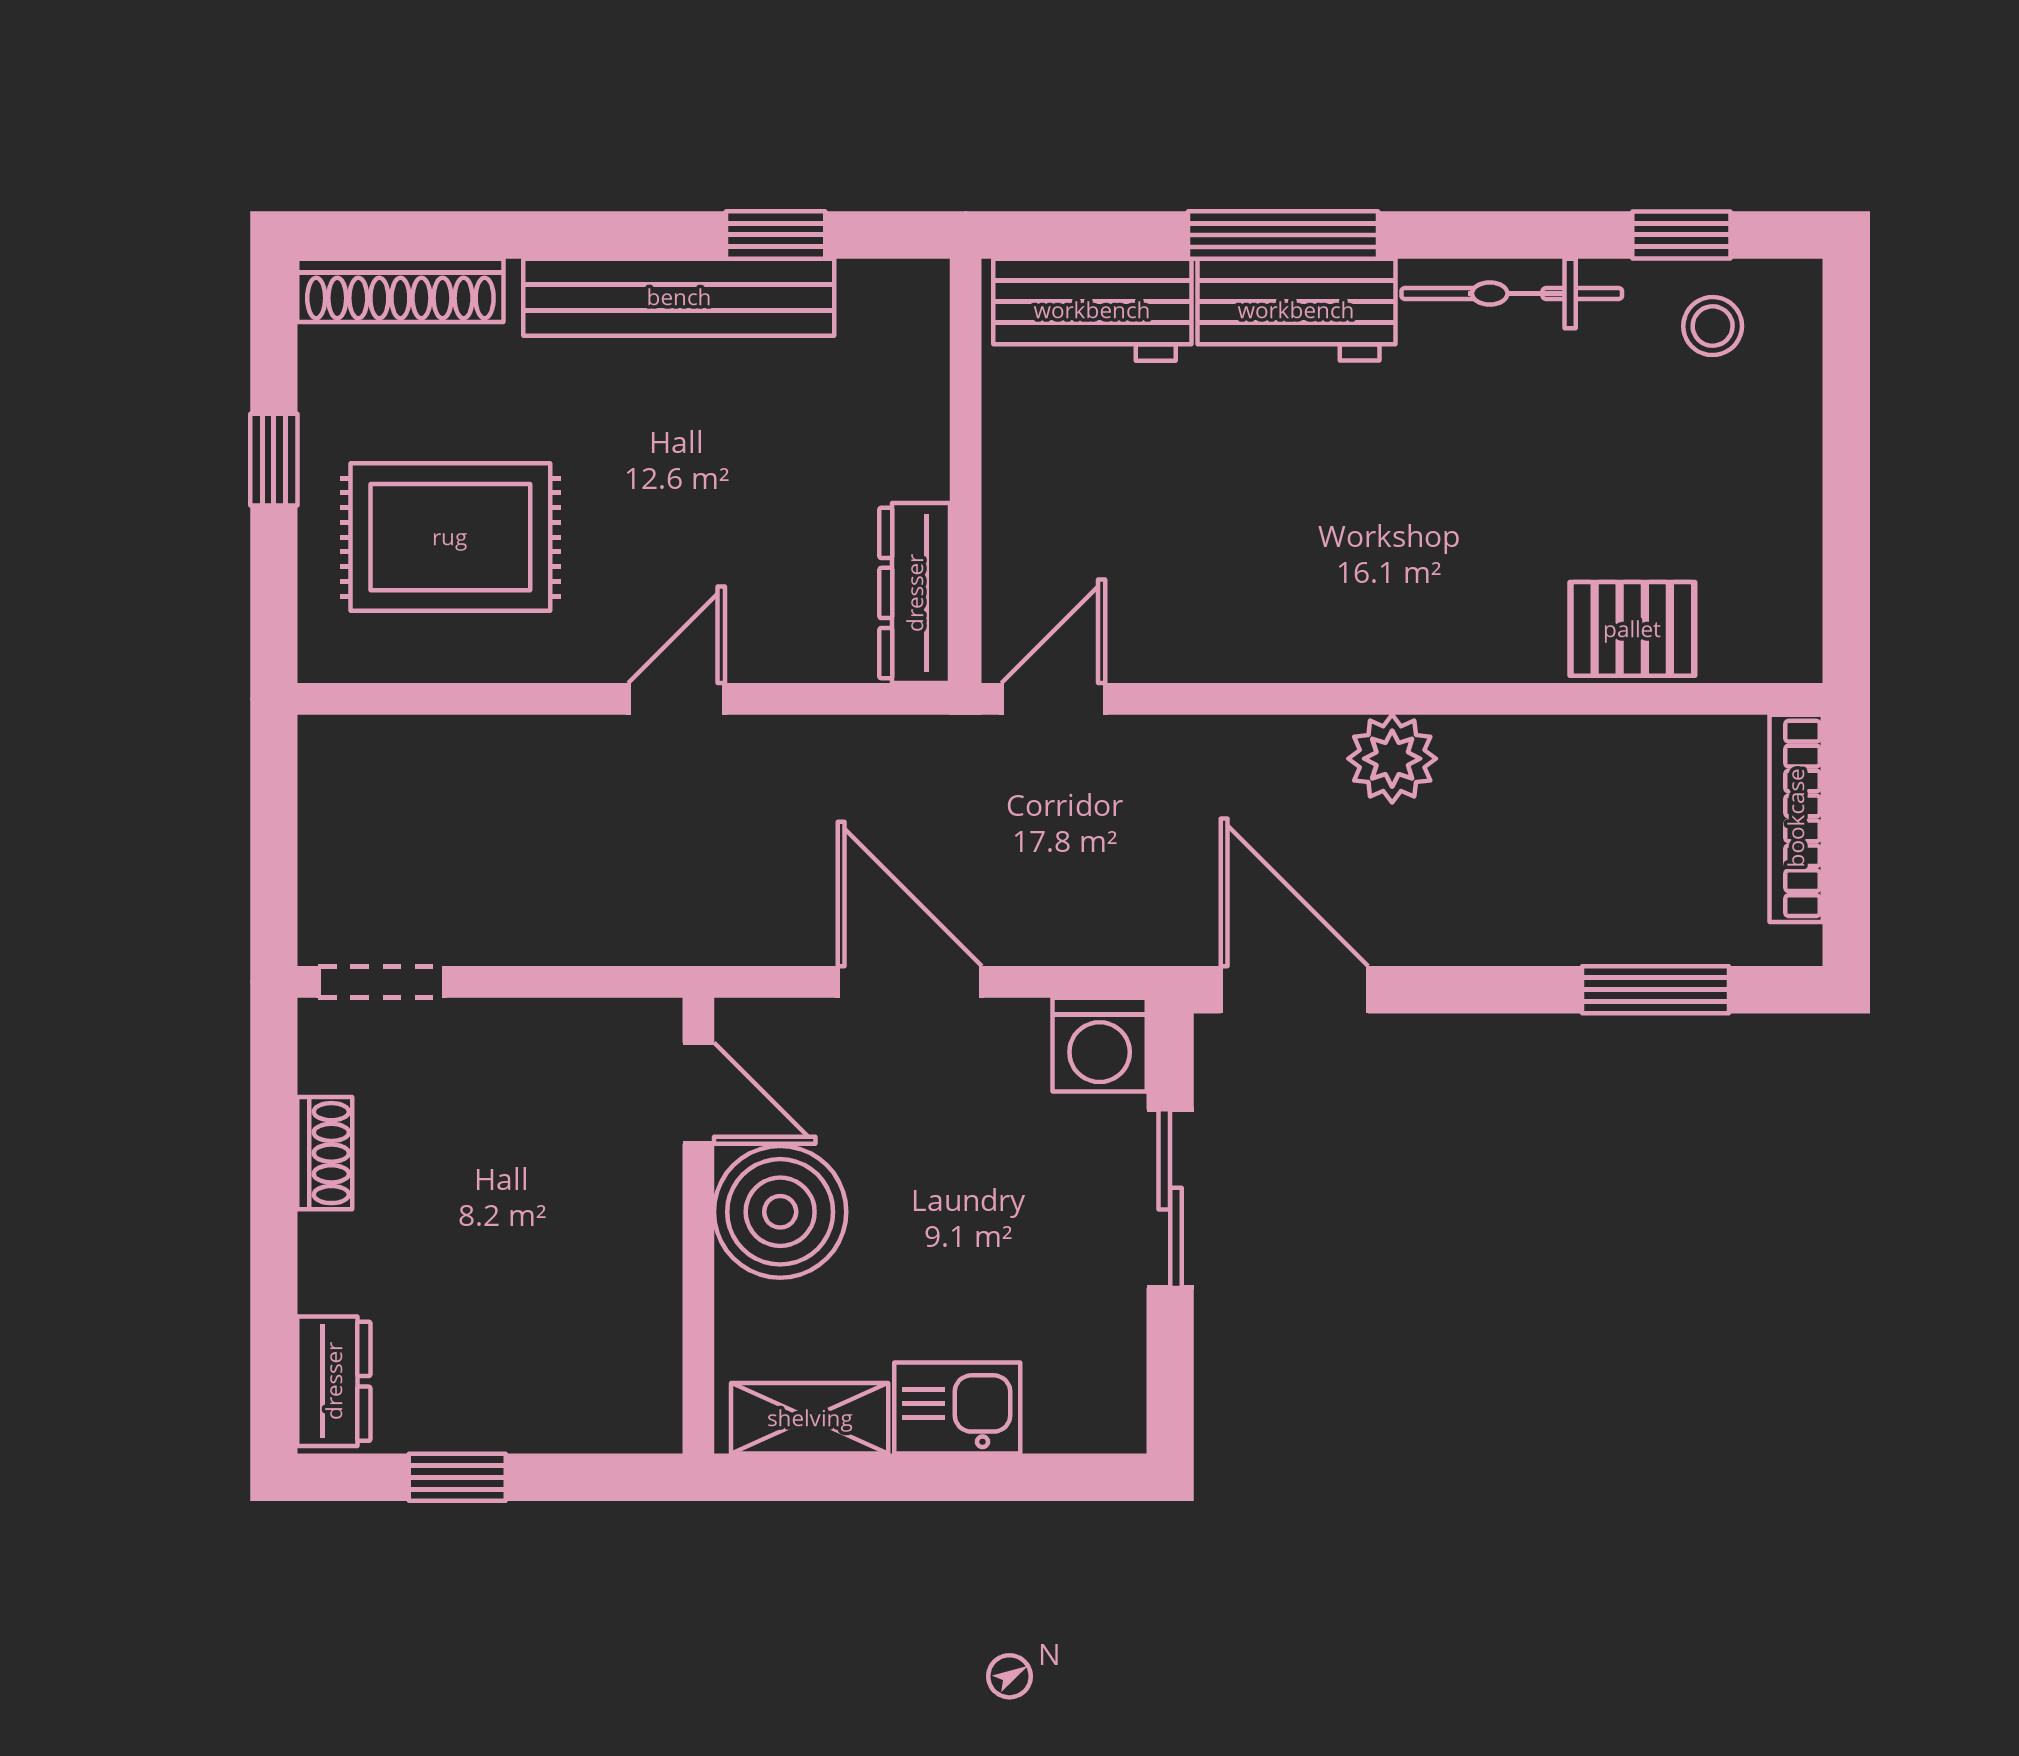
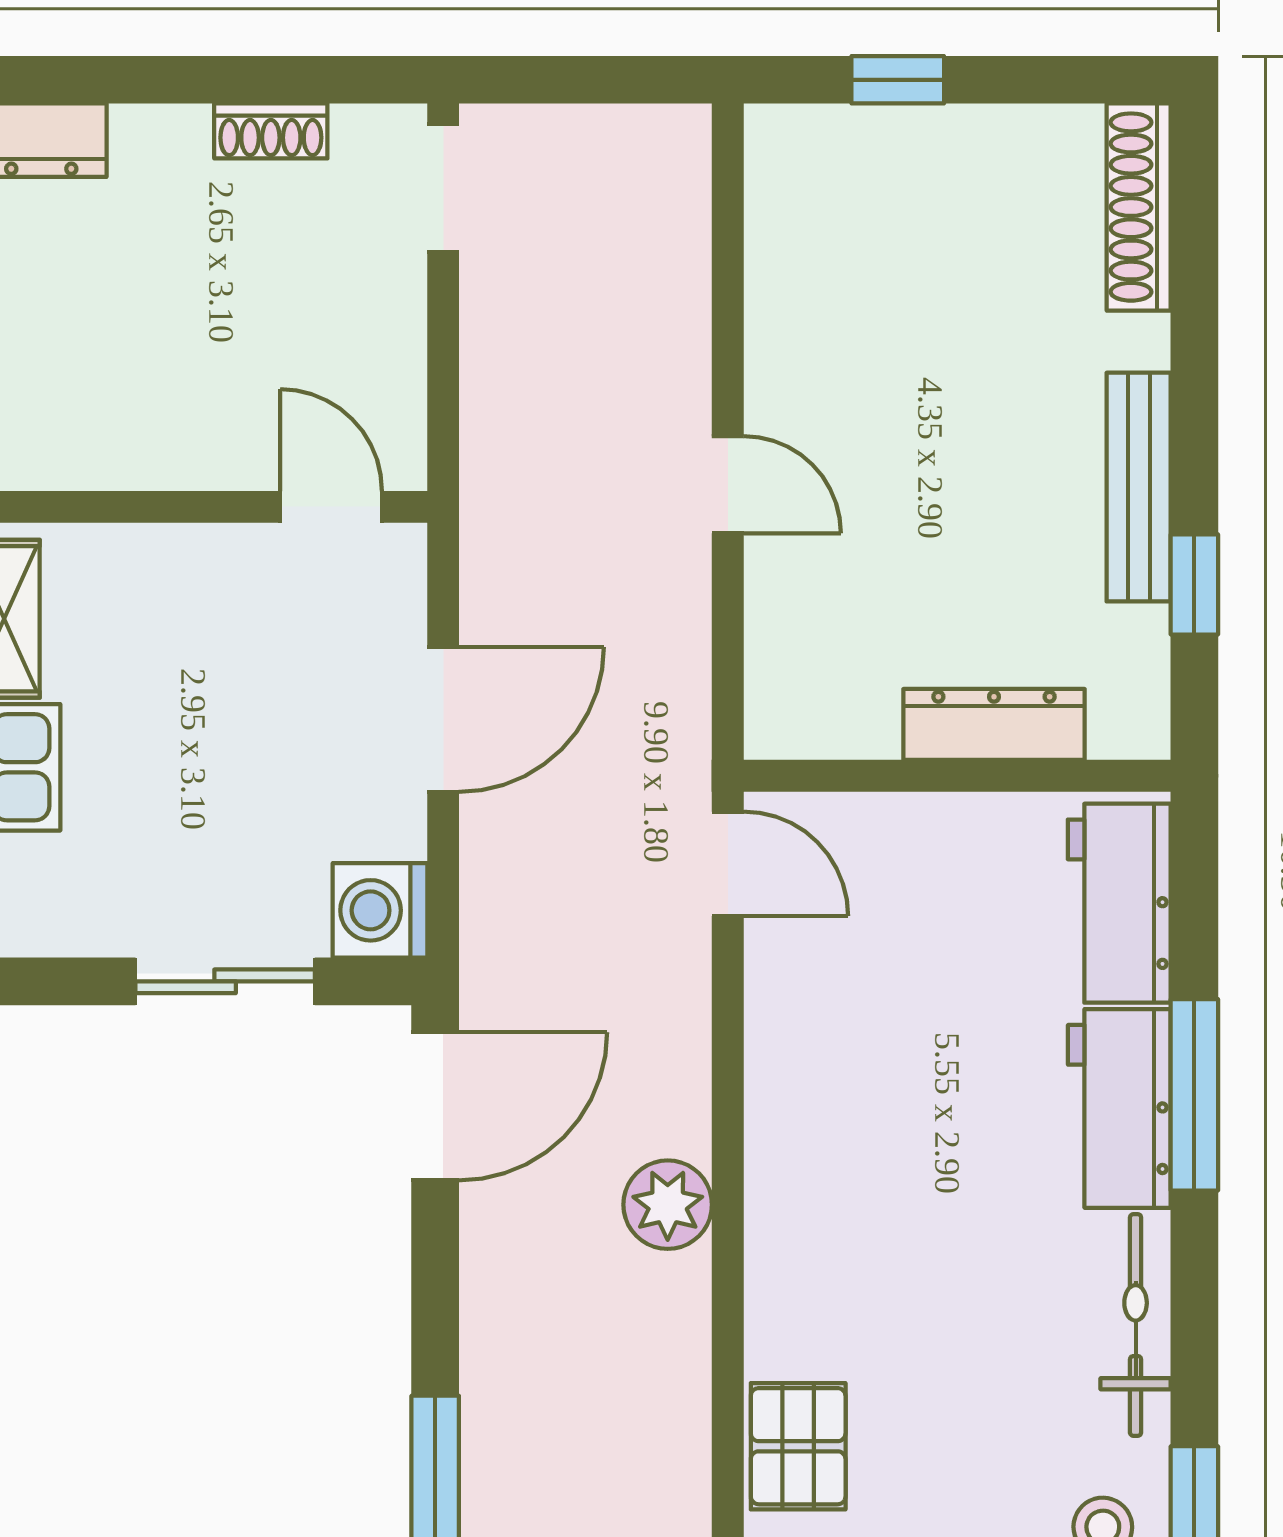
bench: (679, 297) -> (1139, 487), width x0.73, depth x0.82
window: (274, 460) -> (898, 80), moved
rug: (450, 537) -> (890, 257), removed
dresser: (915, 593) -> (994, 724), moved
door: (698, 1093) -> (331, 507), swing flipped
boiler: (780, 1212) -> (212, 589), removed

